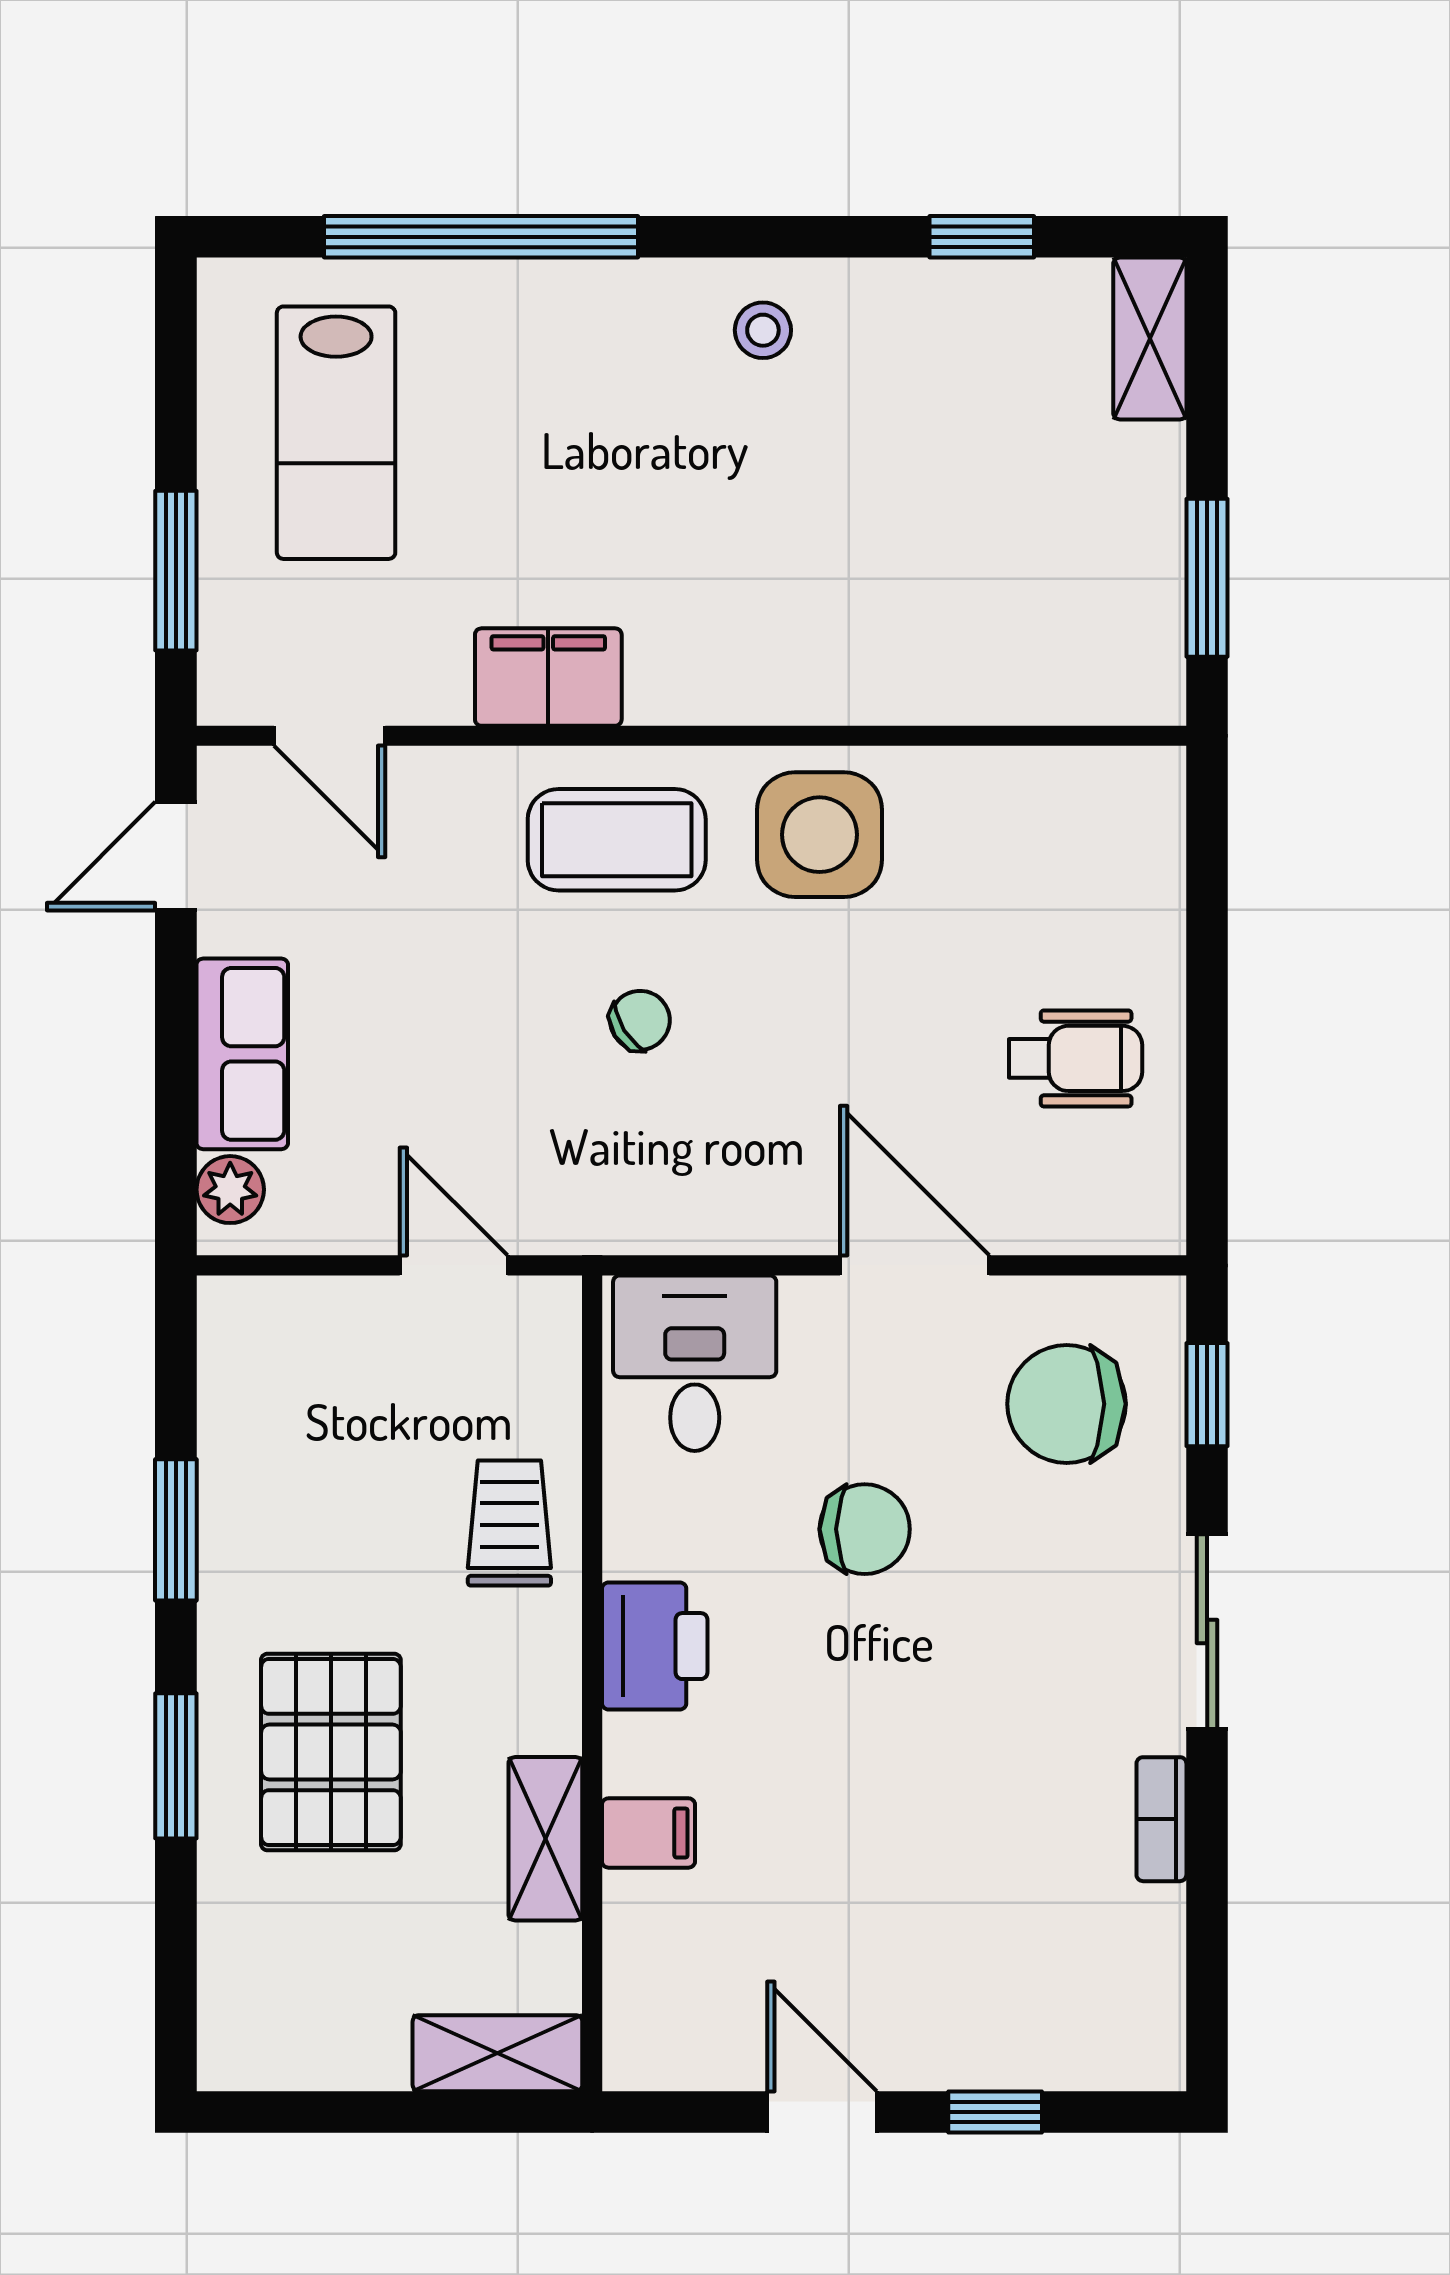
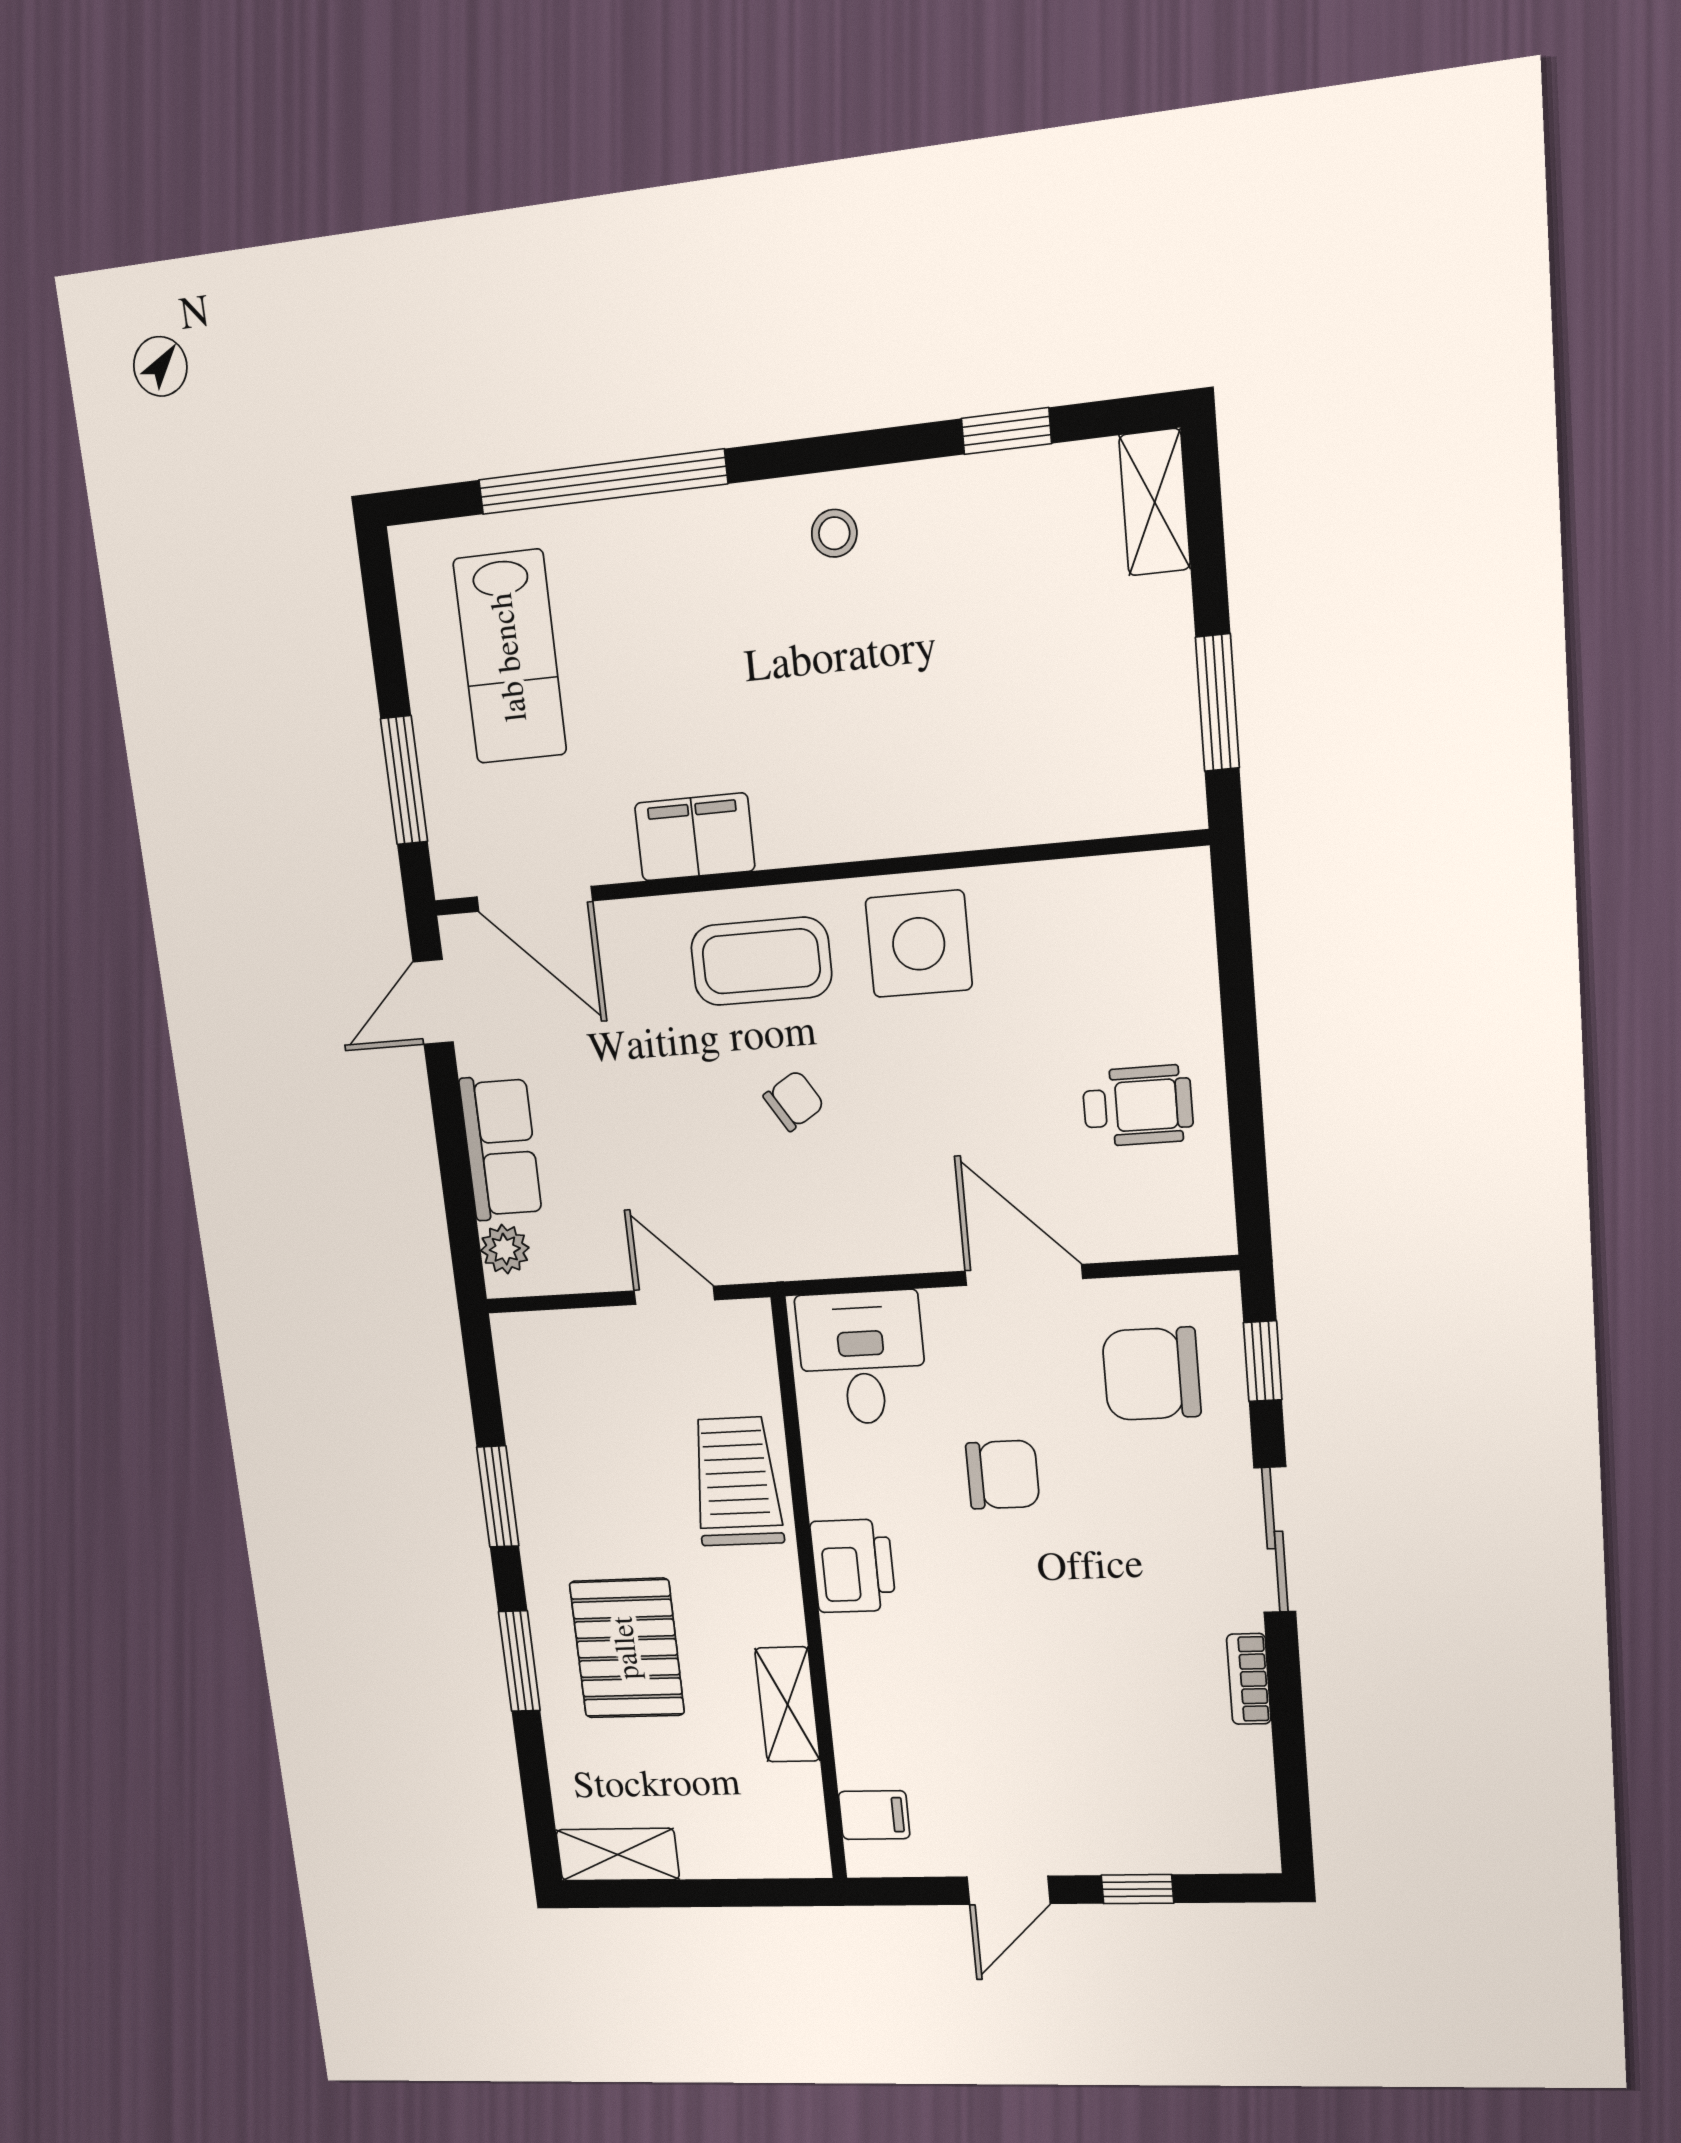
door: (330, 736) -> (535, 899), width x1.38
trolley: (509, 1523) -> (737, 1482), width x1.36, depth x1.39
filing cabinet: (648, 1833) -> (874, 1815), moved
shelving: (497, 2053) -> (618, 1855), moved
door: (822, 2112) -> (1009, 1890), swing flipped

